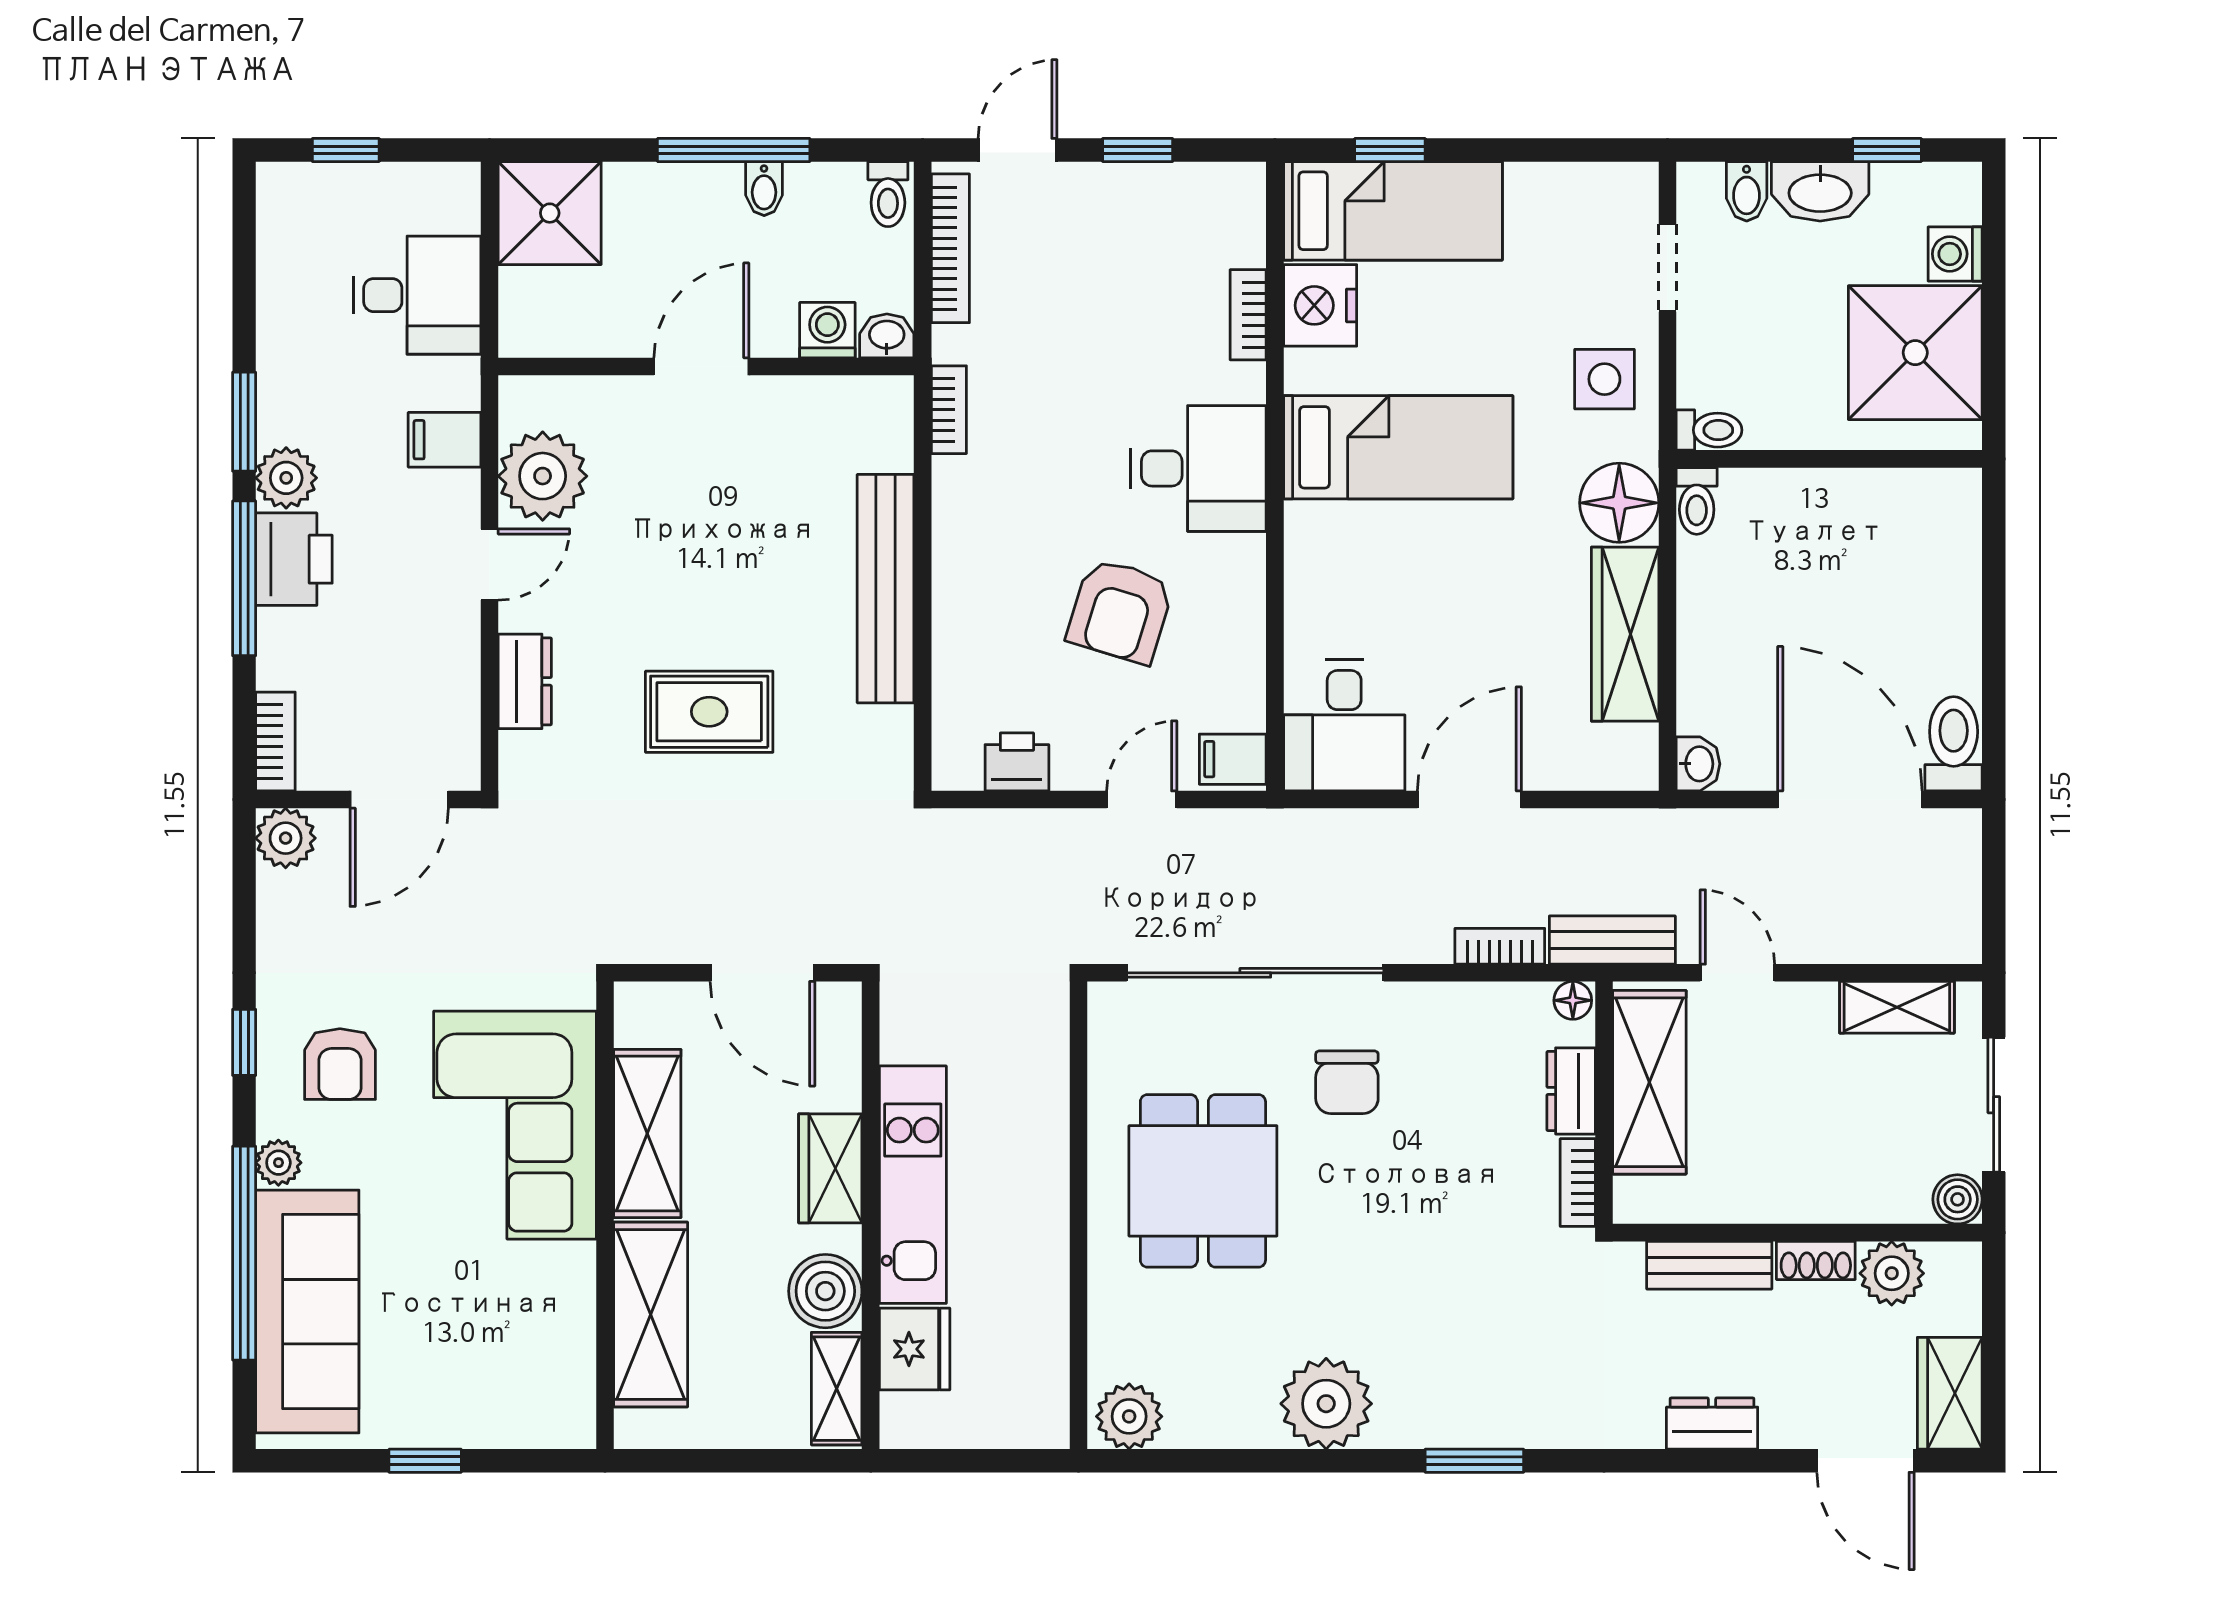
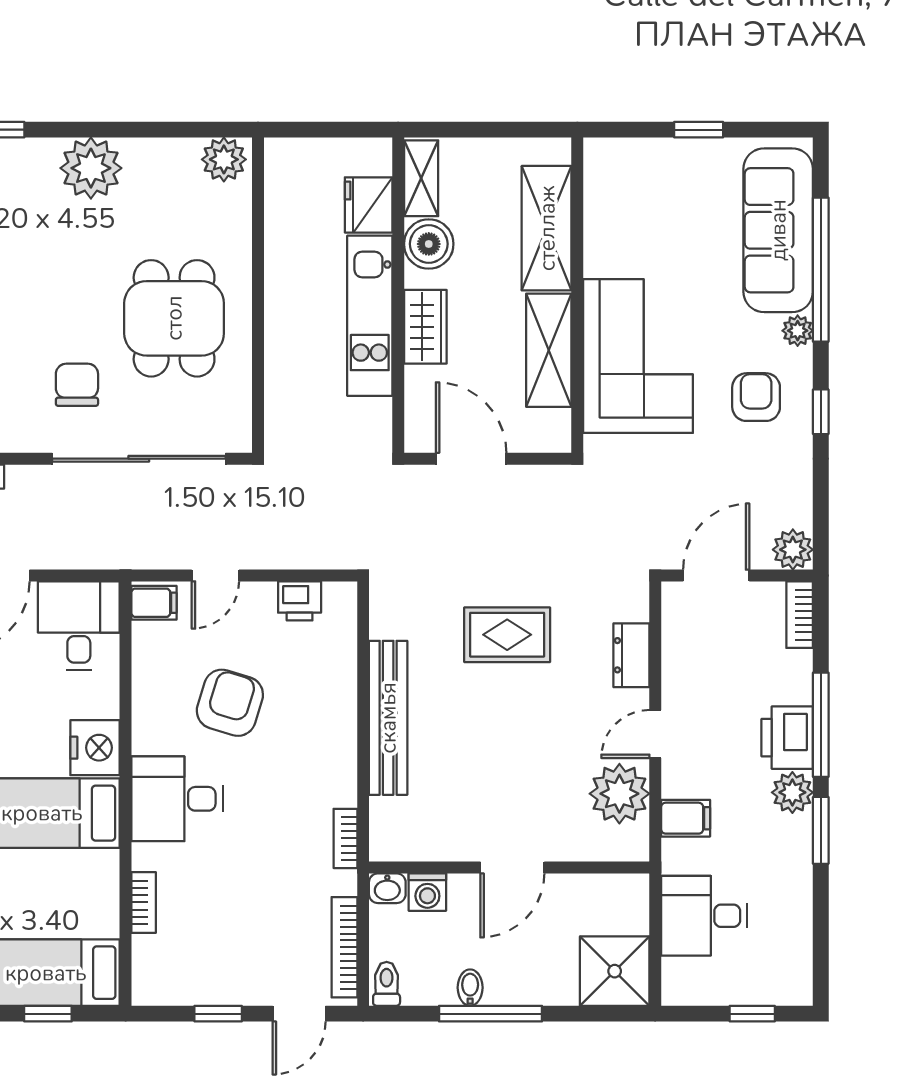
nightstand: (1320, 305) -> (95, 748), moved

